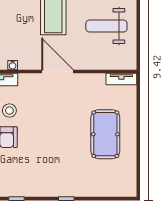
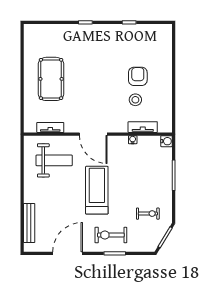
weight bench: (106, 26) -> (54, 160), moved
tv unit: (121, 79) -> (50, 127), moved

